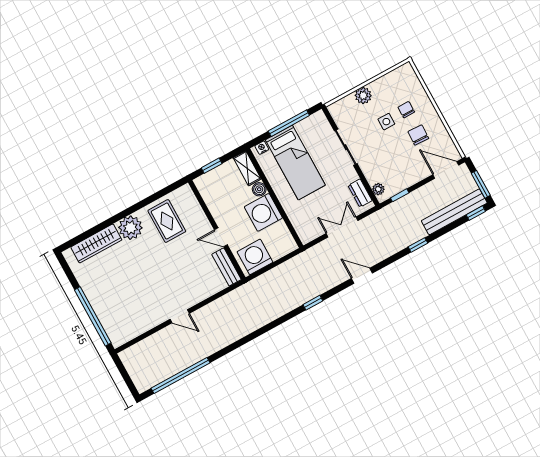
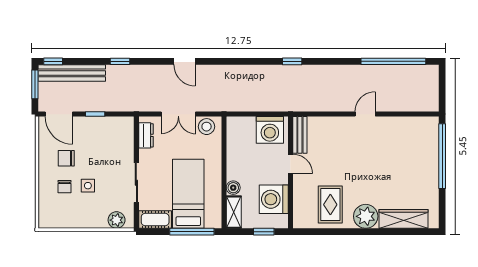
plant: (363, 96) -> (117, 220), moved
window: (289, 123) -> (192, 232), moved
cot: (312, 124) -> (155, 220), added
chair: (418, 135) -> (66, 158), turned 88
nightstand: (262, 148) -> (211, 223), removed
plant: (378, 189) -> (128, 130), removed
window: (400, 195) -> (95, 114), moved
washing machine: (263, 212) -> (274, 199), moved, turned 180
stool: (312, 230) -> (207, 127), added
window: (313, 303) -> (292, 61), moved
door: (180, 316) -> (365, 114), hinge flipped

